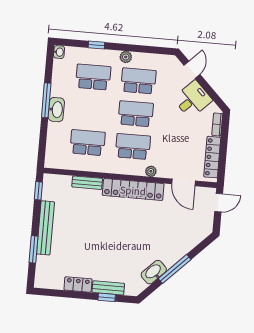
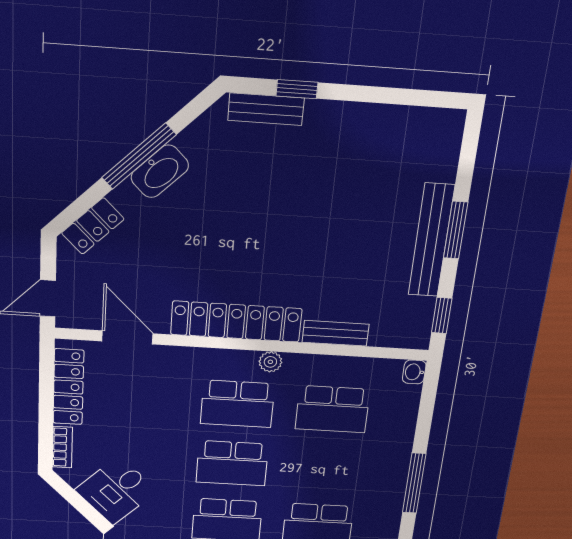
washbasin: (56, 110) -> (414, 372), moved, width x0.52, depth x0.69
plant: (151, 171) -> (270, 362), moved
window: (33, 249) -> (456, 230), moved
washbasin: (154, 272) -> (160, 171), moved
locker: (78, 284) -> (93, 226), moved, turned -45
bench: (108, 288) -> (266, 109), moved

